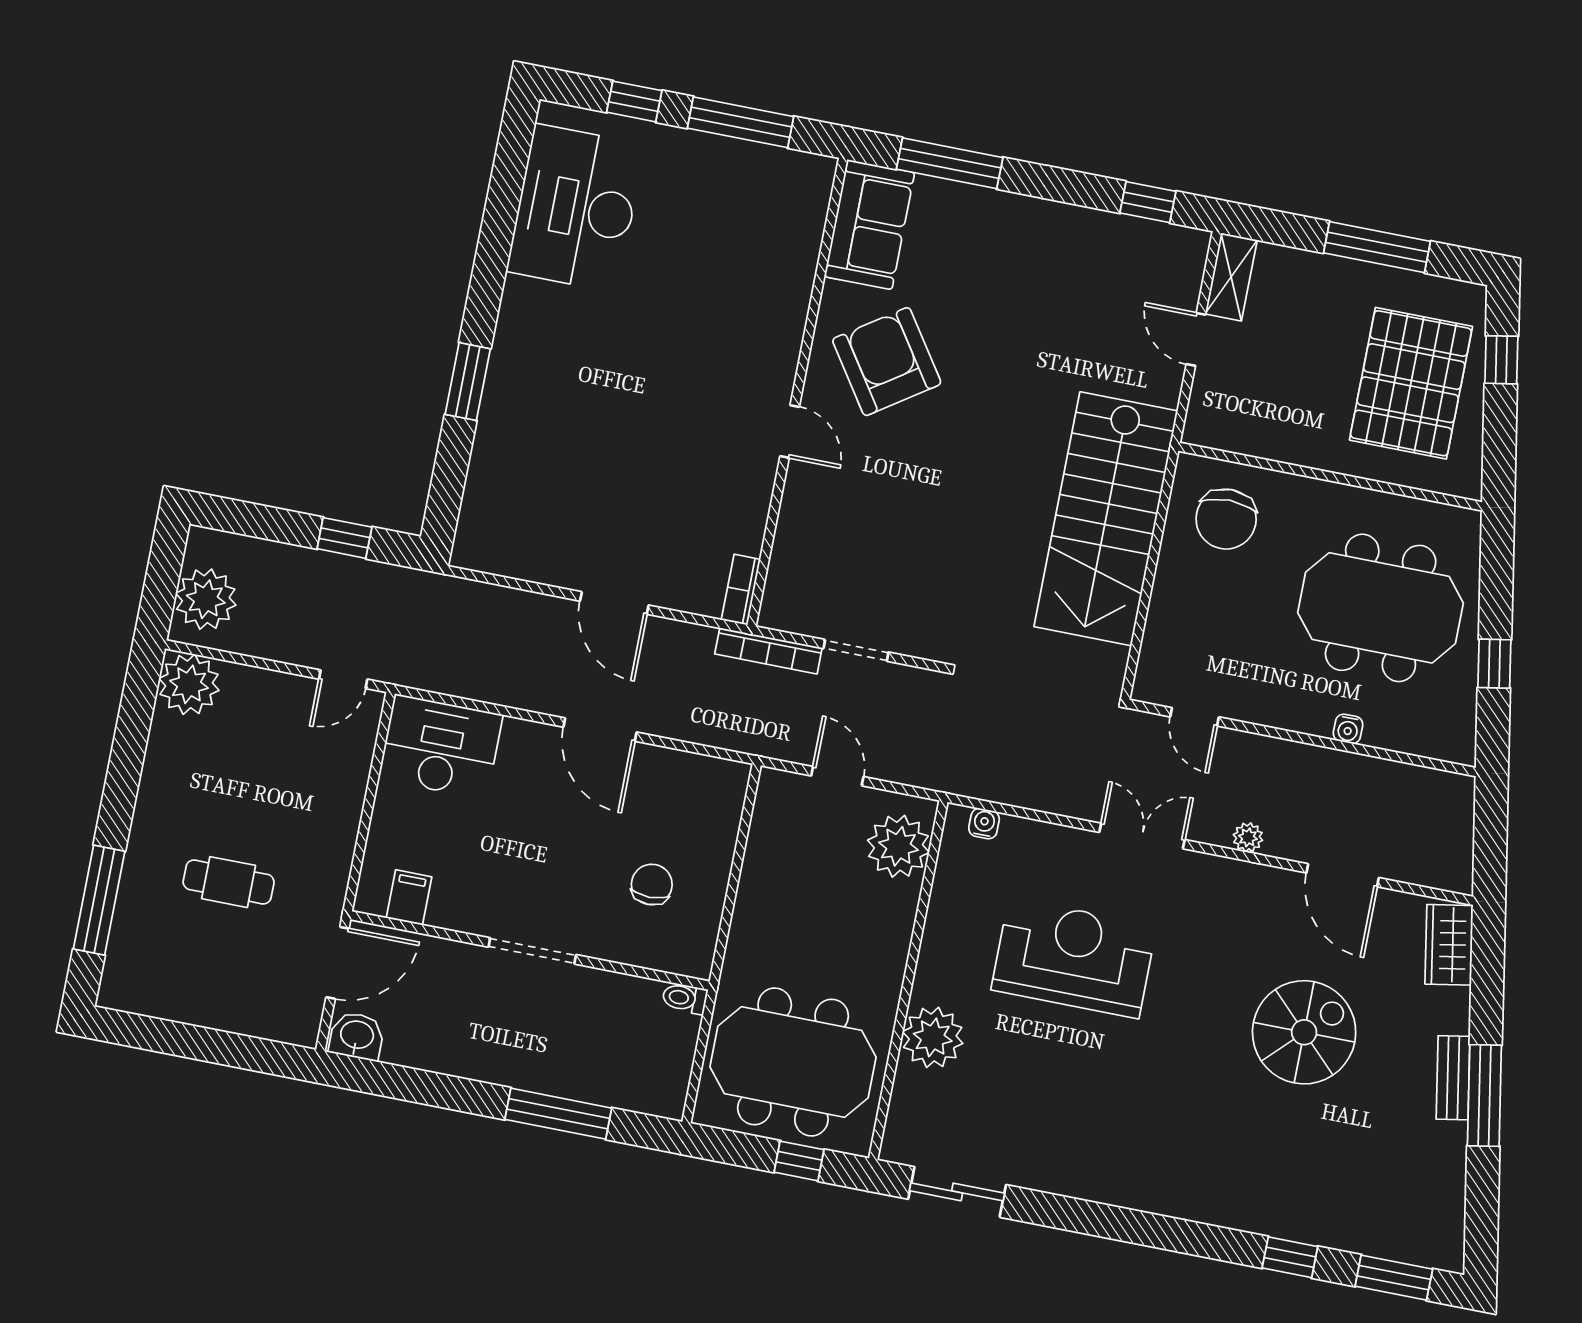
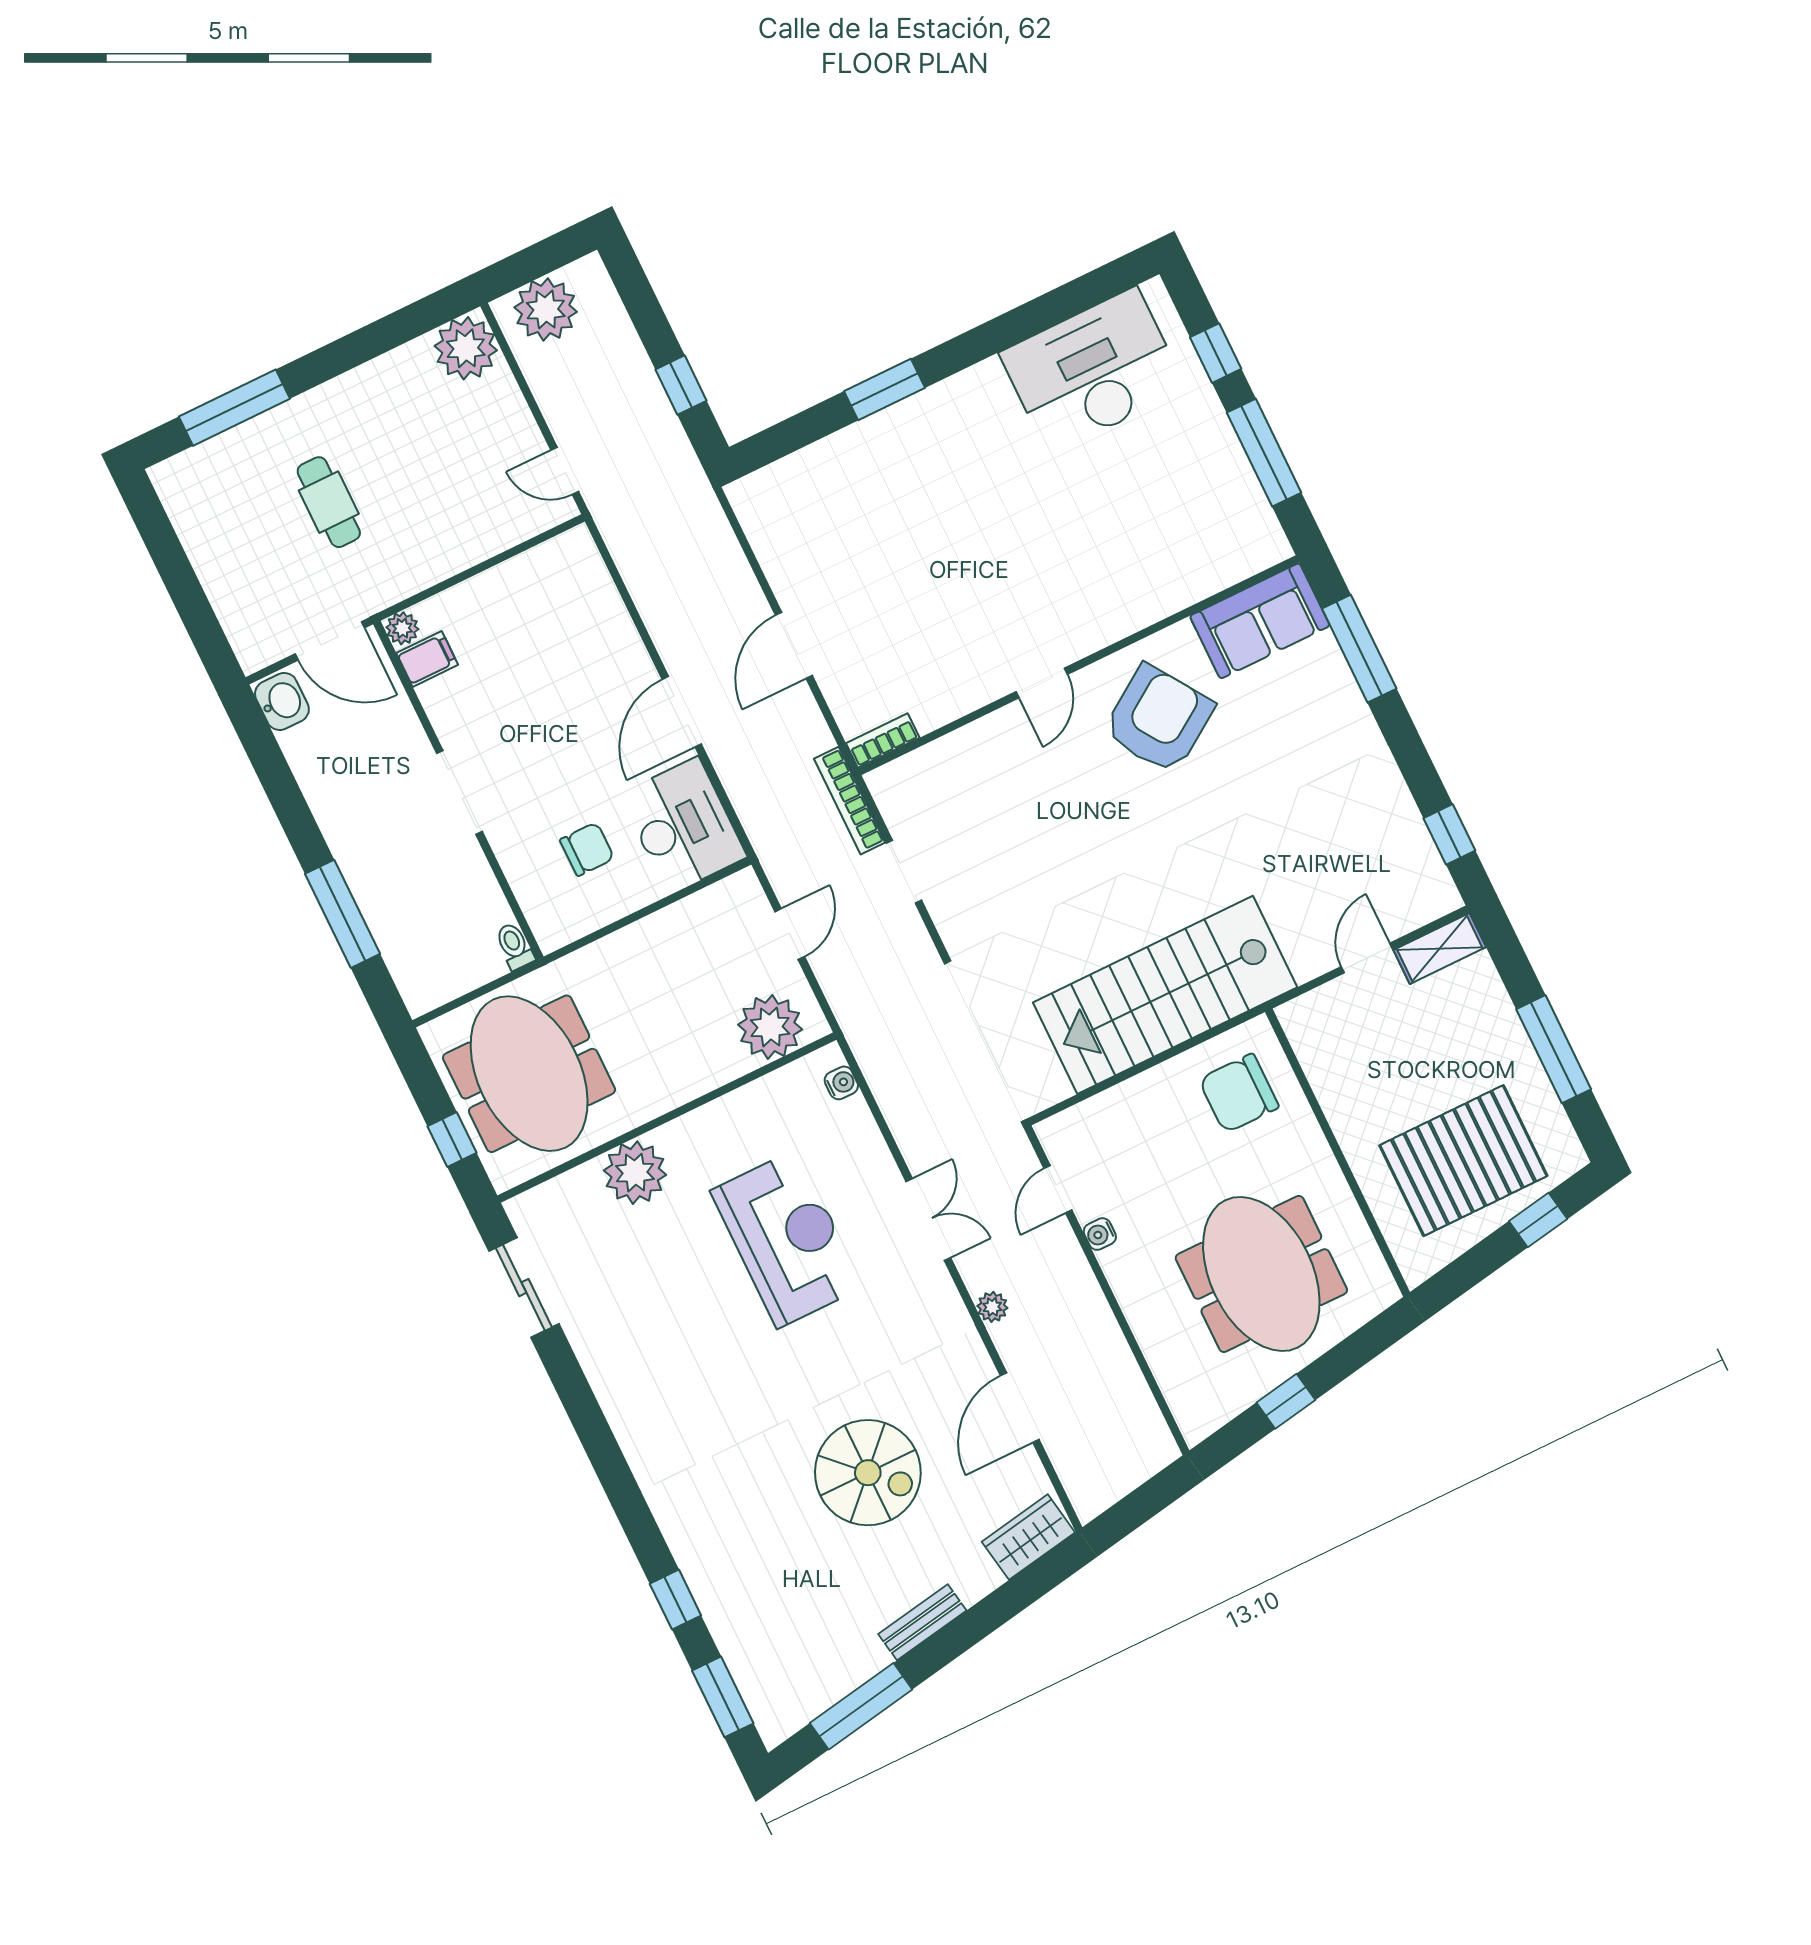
water cooler: (1348, 729) -> (1100, 1234), moved
desk: (440, 747) -> (683, 826), moved
plant: (370, 899) -> (402, 628), added
window: (1484, 1095) -> (861, 1706), moved

